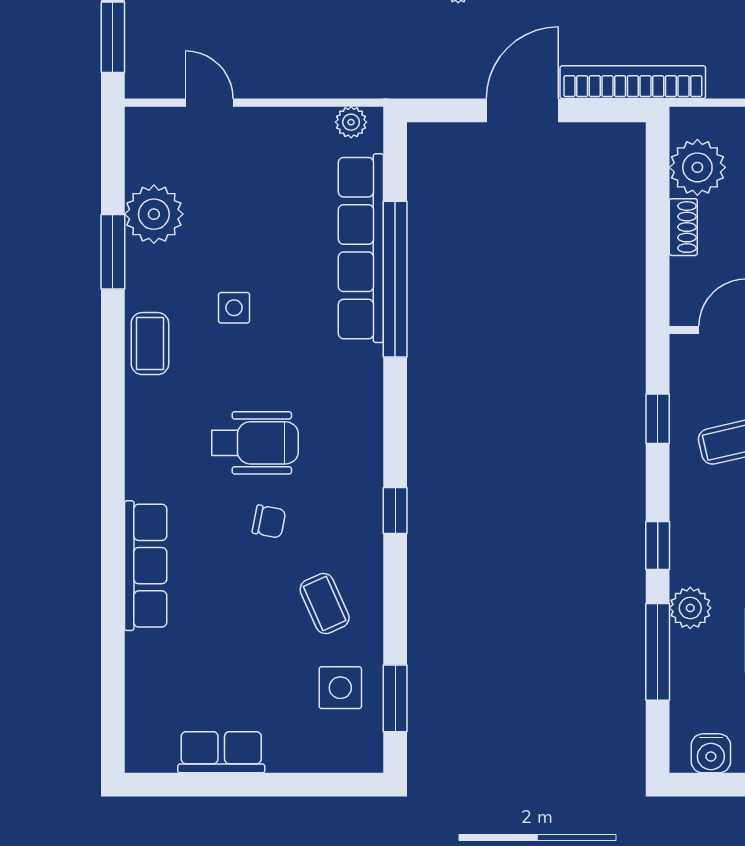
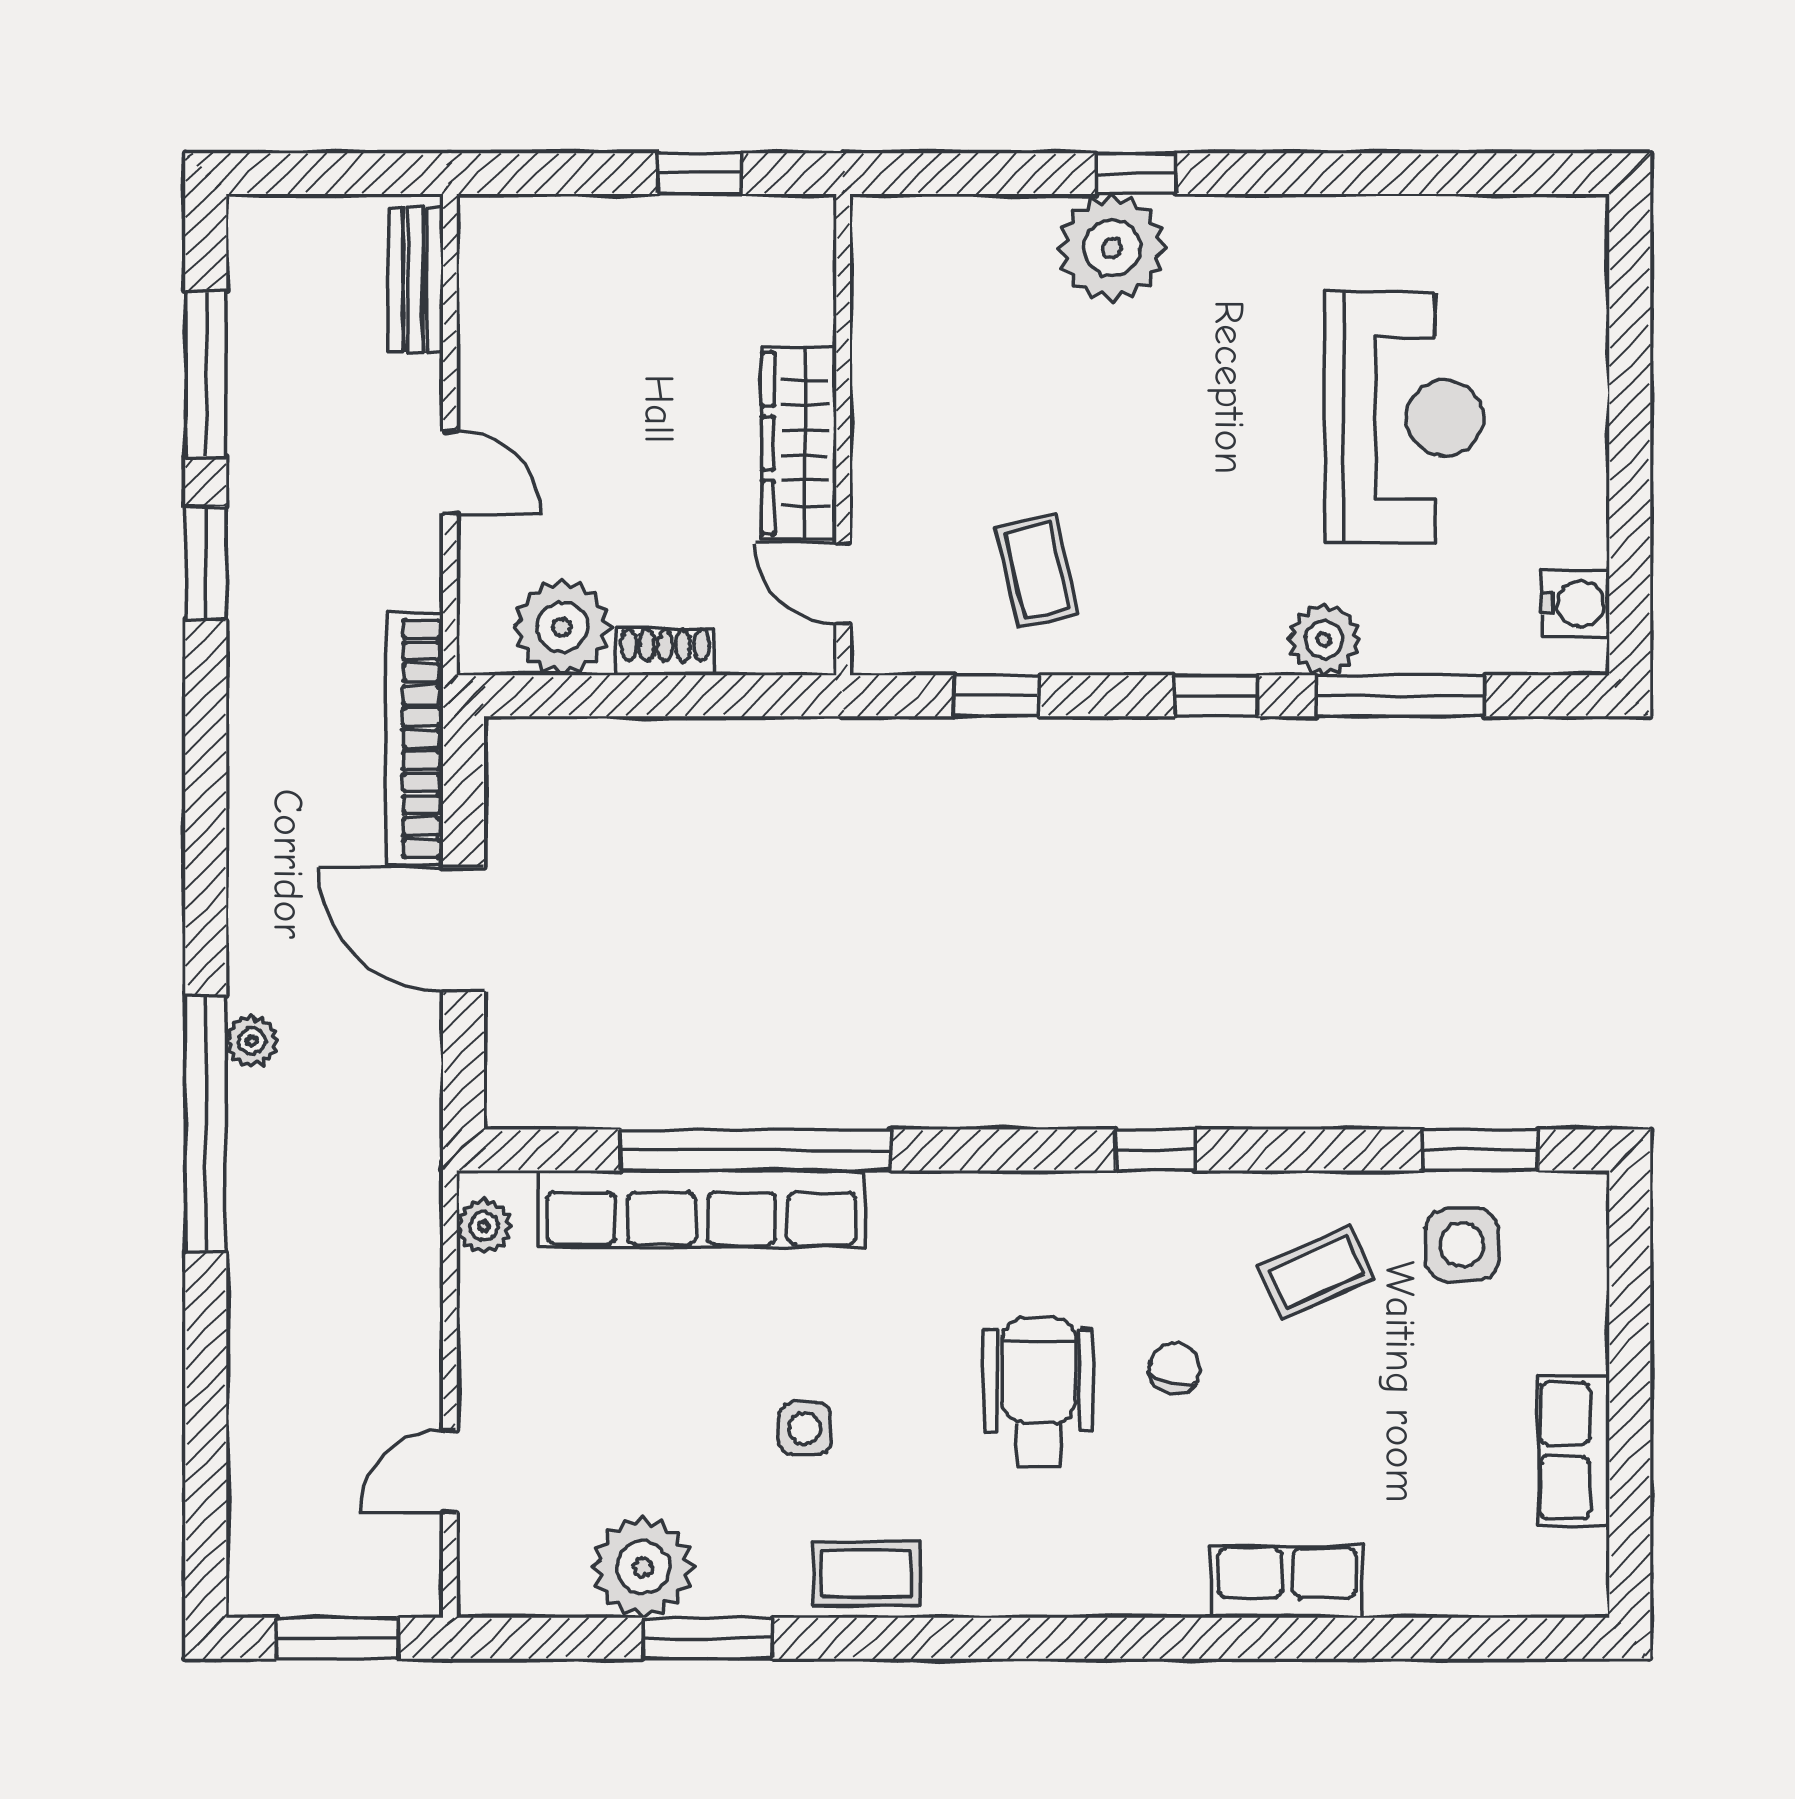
row of seats: (146, 566) -> (1287, 1582), width x0.68

